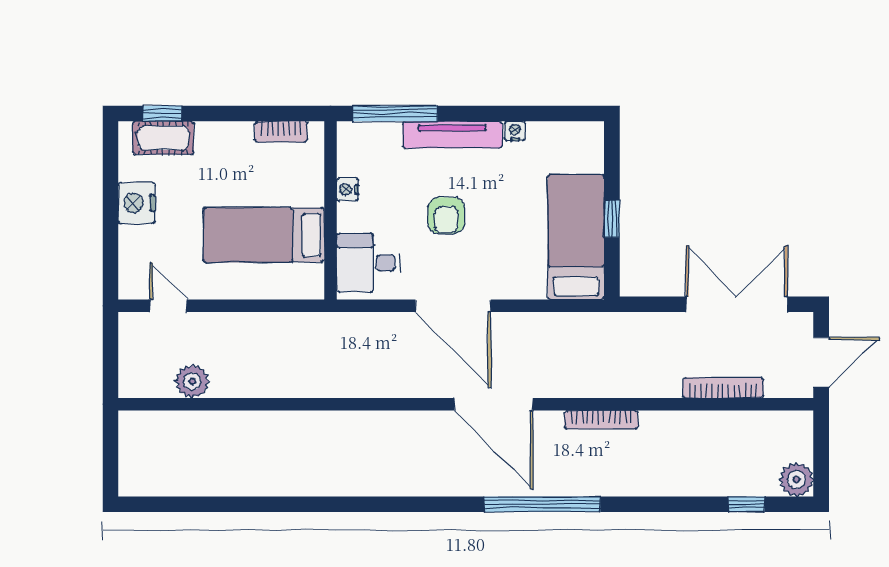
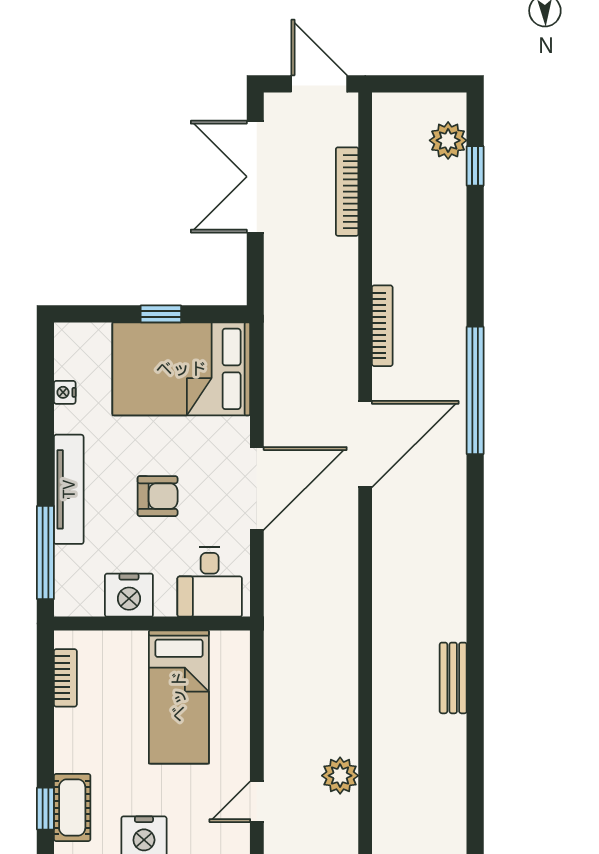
nightstand: (515, 131) -> (65, 392), moved
nightstand: (348, 189) -> (129, 595), width x1.89, depth x1.79
bed: (576, 237) -> (181, 369), width x1.50
plant: (796, 480) -> (448, 140), moved
bench: (281, 484) -> (453, 678), added

